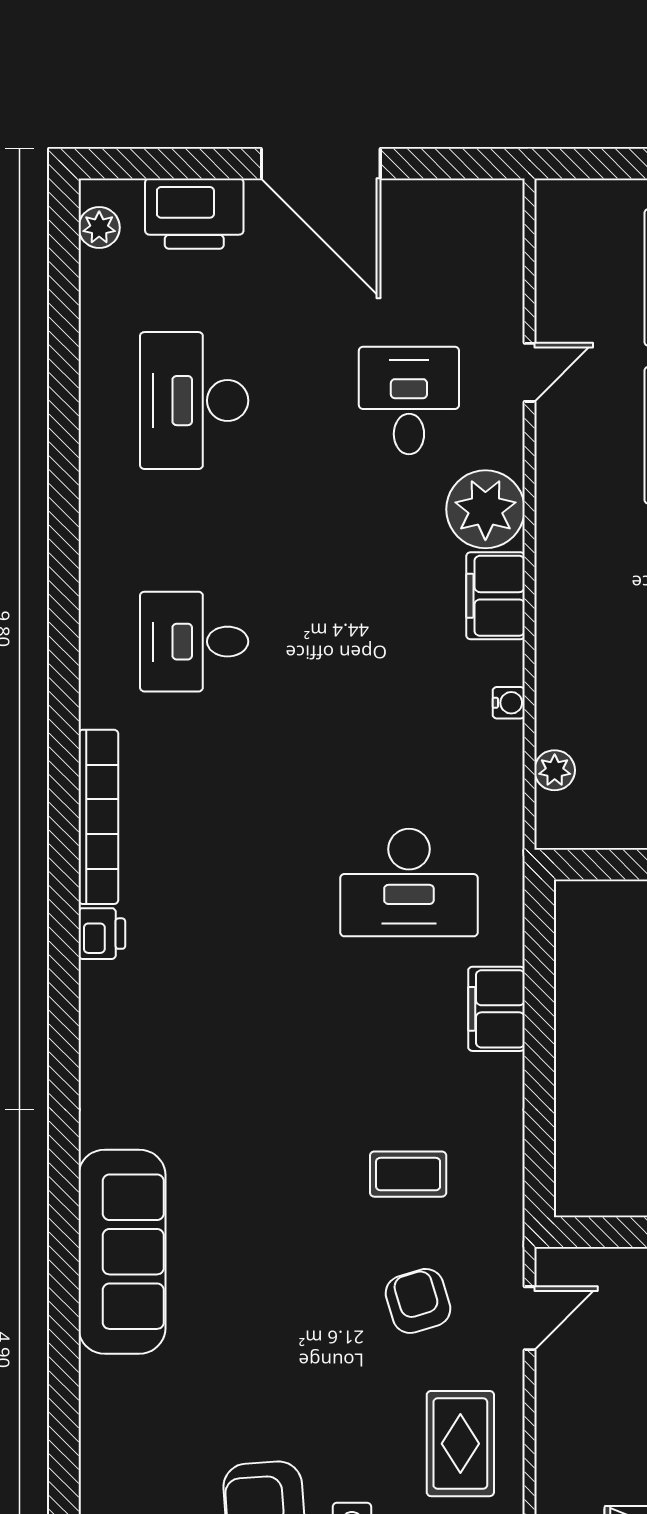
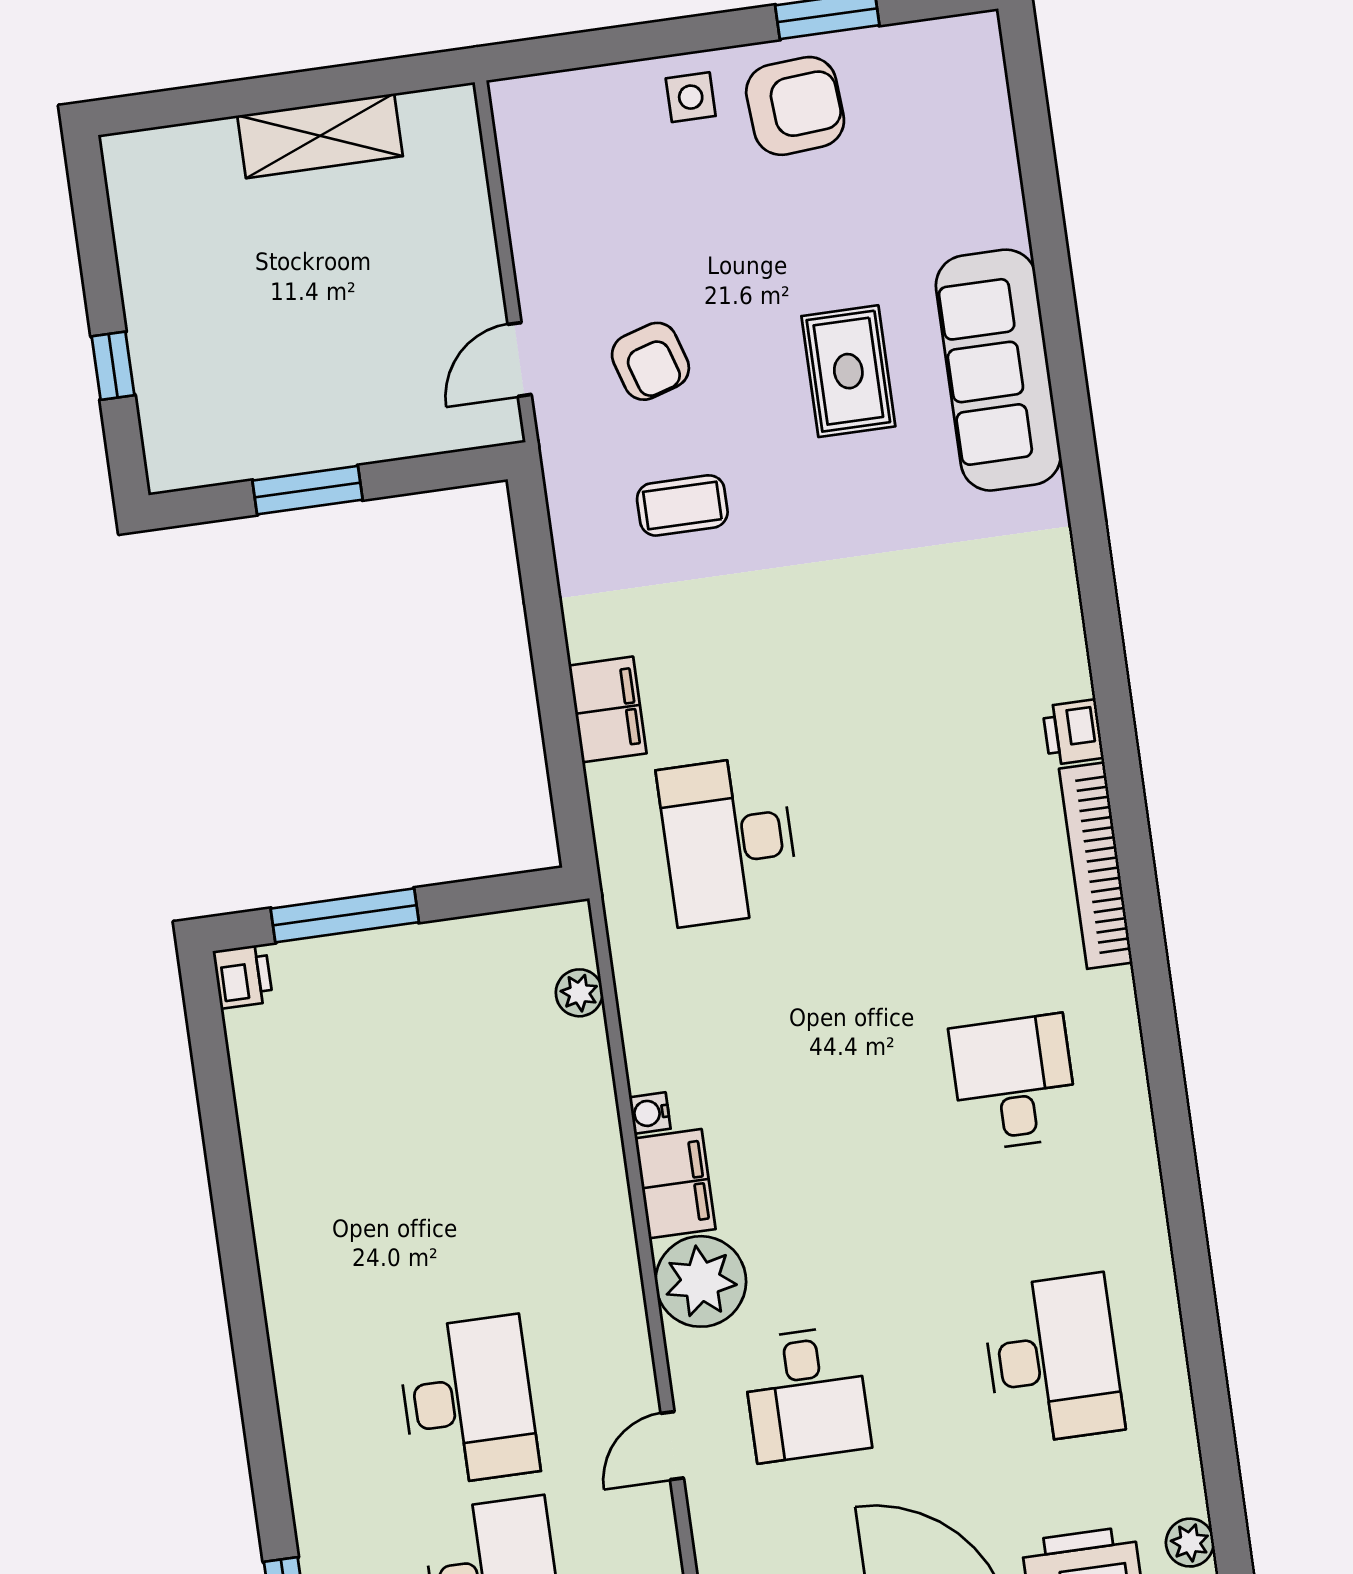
desk: (194, 642) -> (1014, 1082), turned -90
water cooler: (509, 703) -> (650, 1113), moved
desk: (409, 883) -> (728, 840), turned -90
rug: (460, 1444) -> (848, 371), moved

